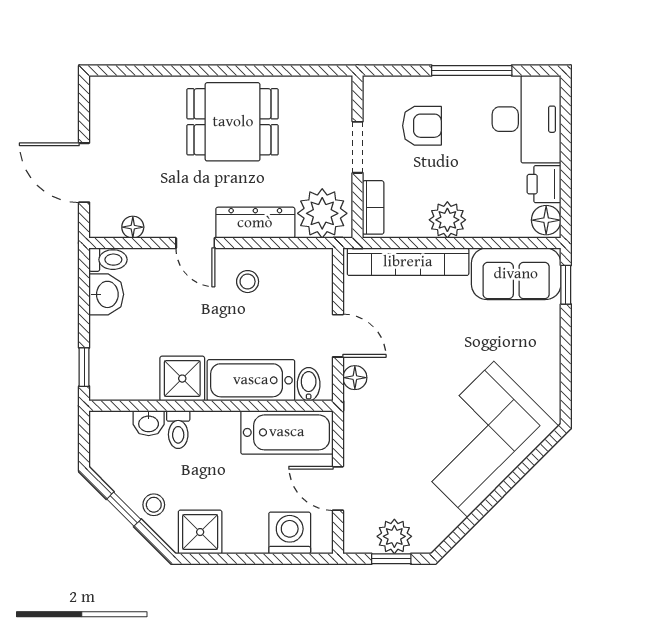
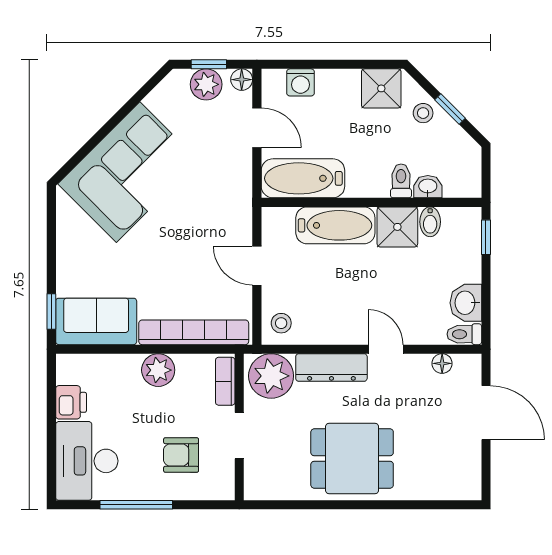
floor lamp: (546, 220) -> (69, 370), removed
stool: (248, 282) -> (281, 323), moved
floor lamp: (355, 378) -> (242, 80), moved
bidet: (309, 384) -> (430, 222), moved
washing machine: (290, 533) -> (300, 82), width x0.73, depth x0.73

